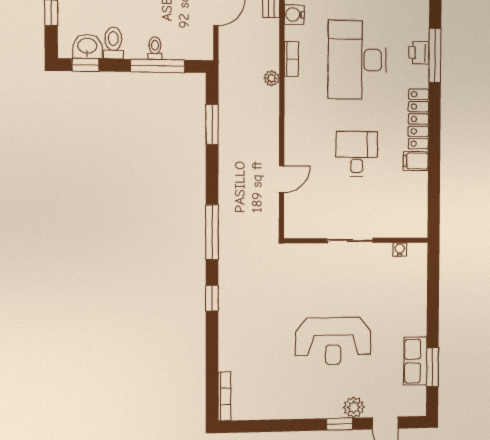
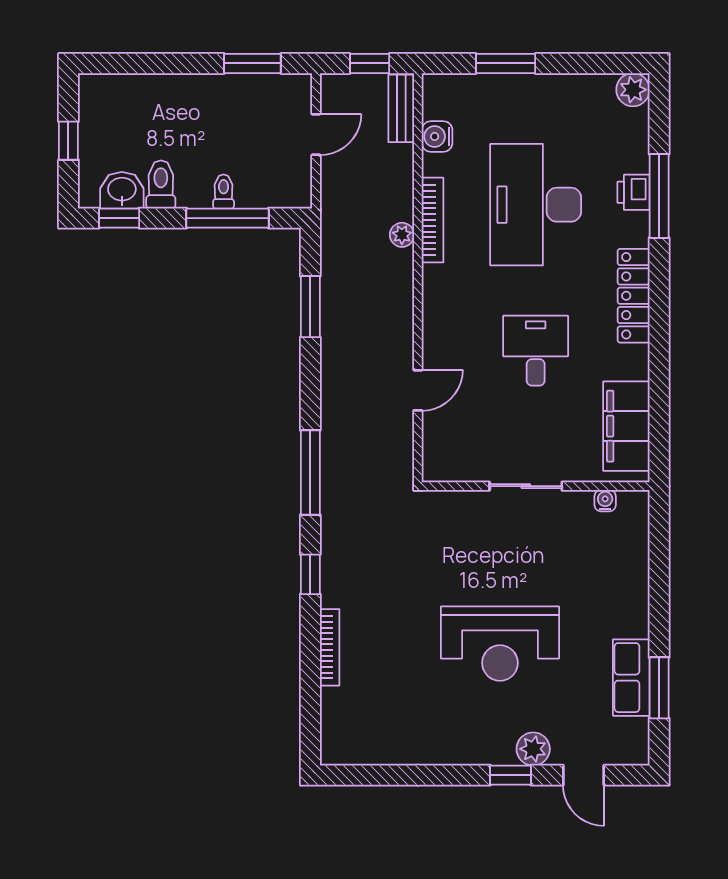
bookcase: (291, 59) -> (433, 220), width x1.56
filing cabinet: (416, 161) -> (626, 426), moved, width x3.00, depth x1.17
bookcase: (224, 396) -> (330, 647), moved

